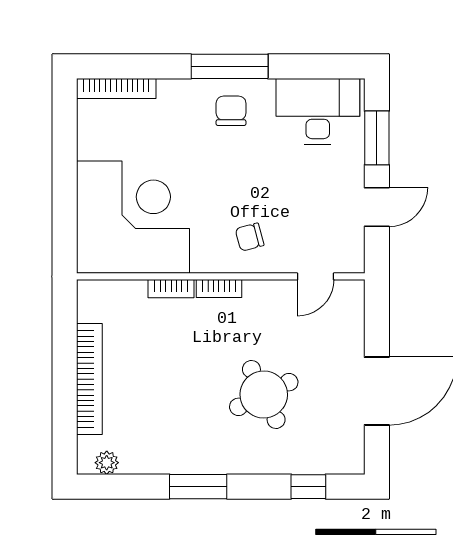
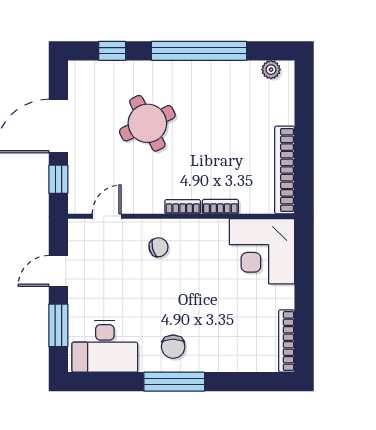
bookcase: (116, 89) -> (287, 341), moved, turned -90
corner desk: (133, 217) -> (262, 251), width x0.74, depth x0.74
window: (377, 323) -> (58, 179), added
bookcase: (89, 379) -> (285, 170), moved
window: (198, 487) -> (199, 51), width x2.11

